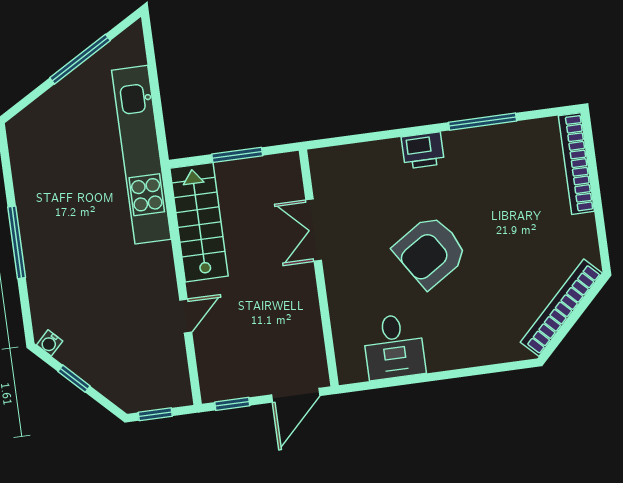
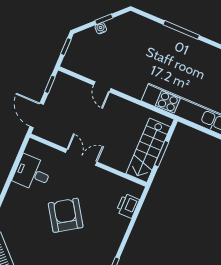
printer: (423, 150) -> (128, 206), moved
stairs: (199, 222) -> (148, 150), moved, turned 90
double door: (314, 230) -> (81, 157), moved
water cooler: (50, 343) -> (101, 28), moved

